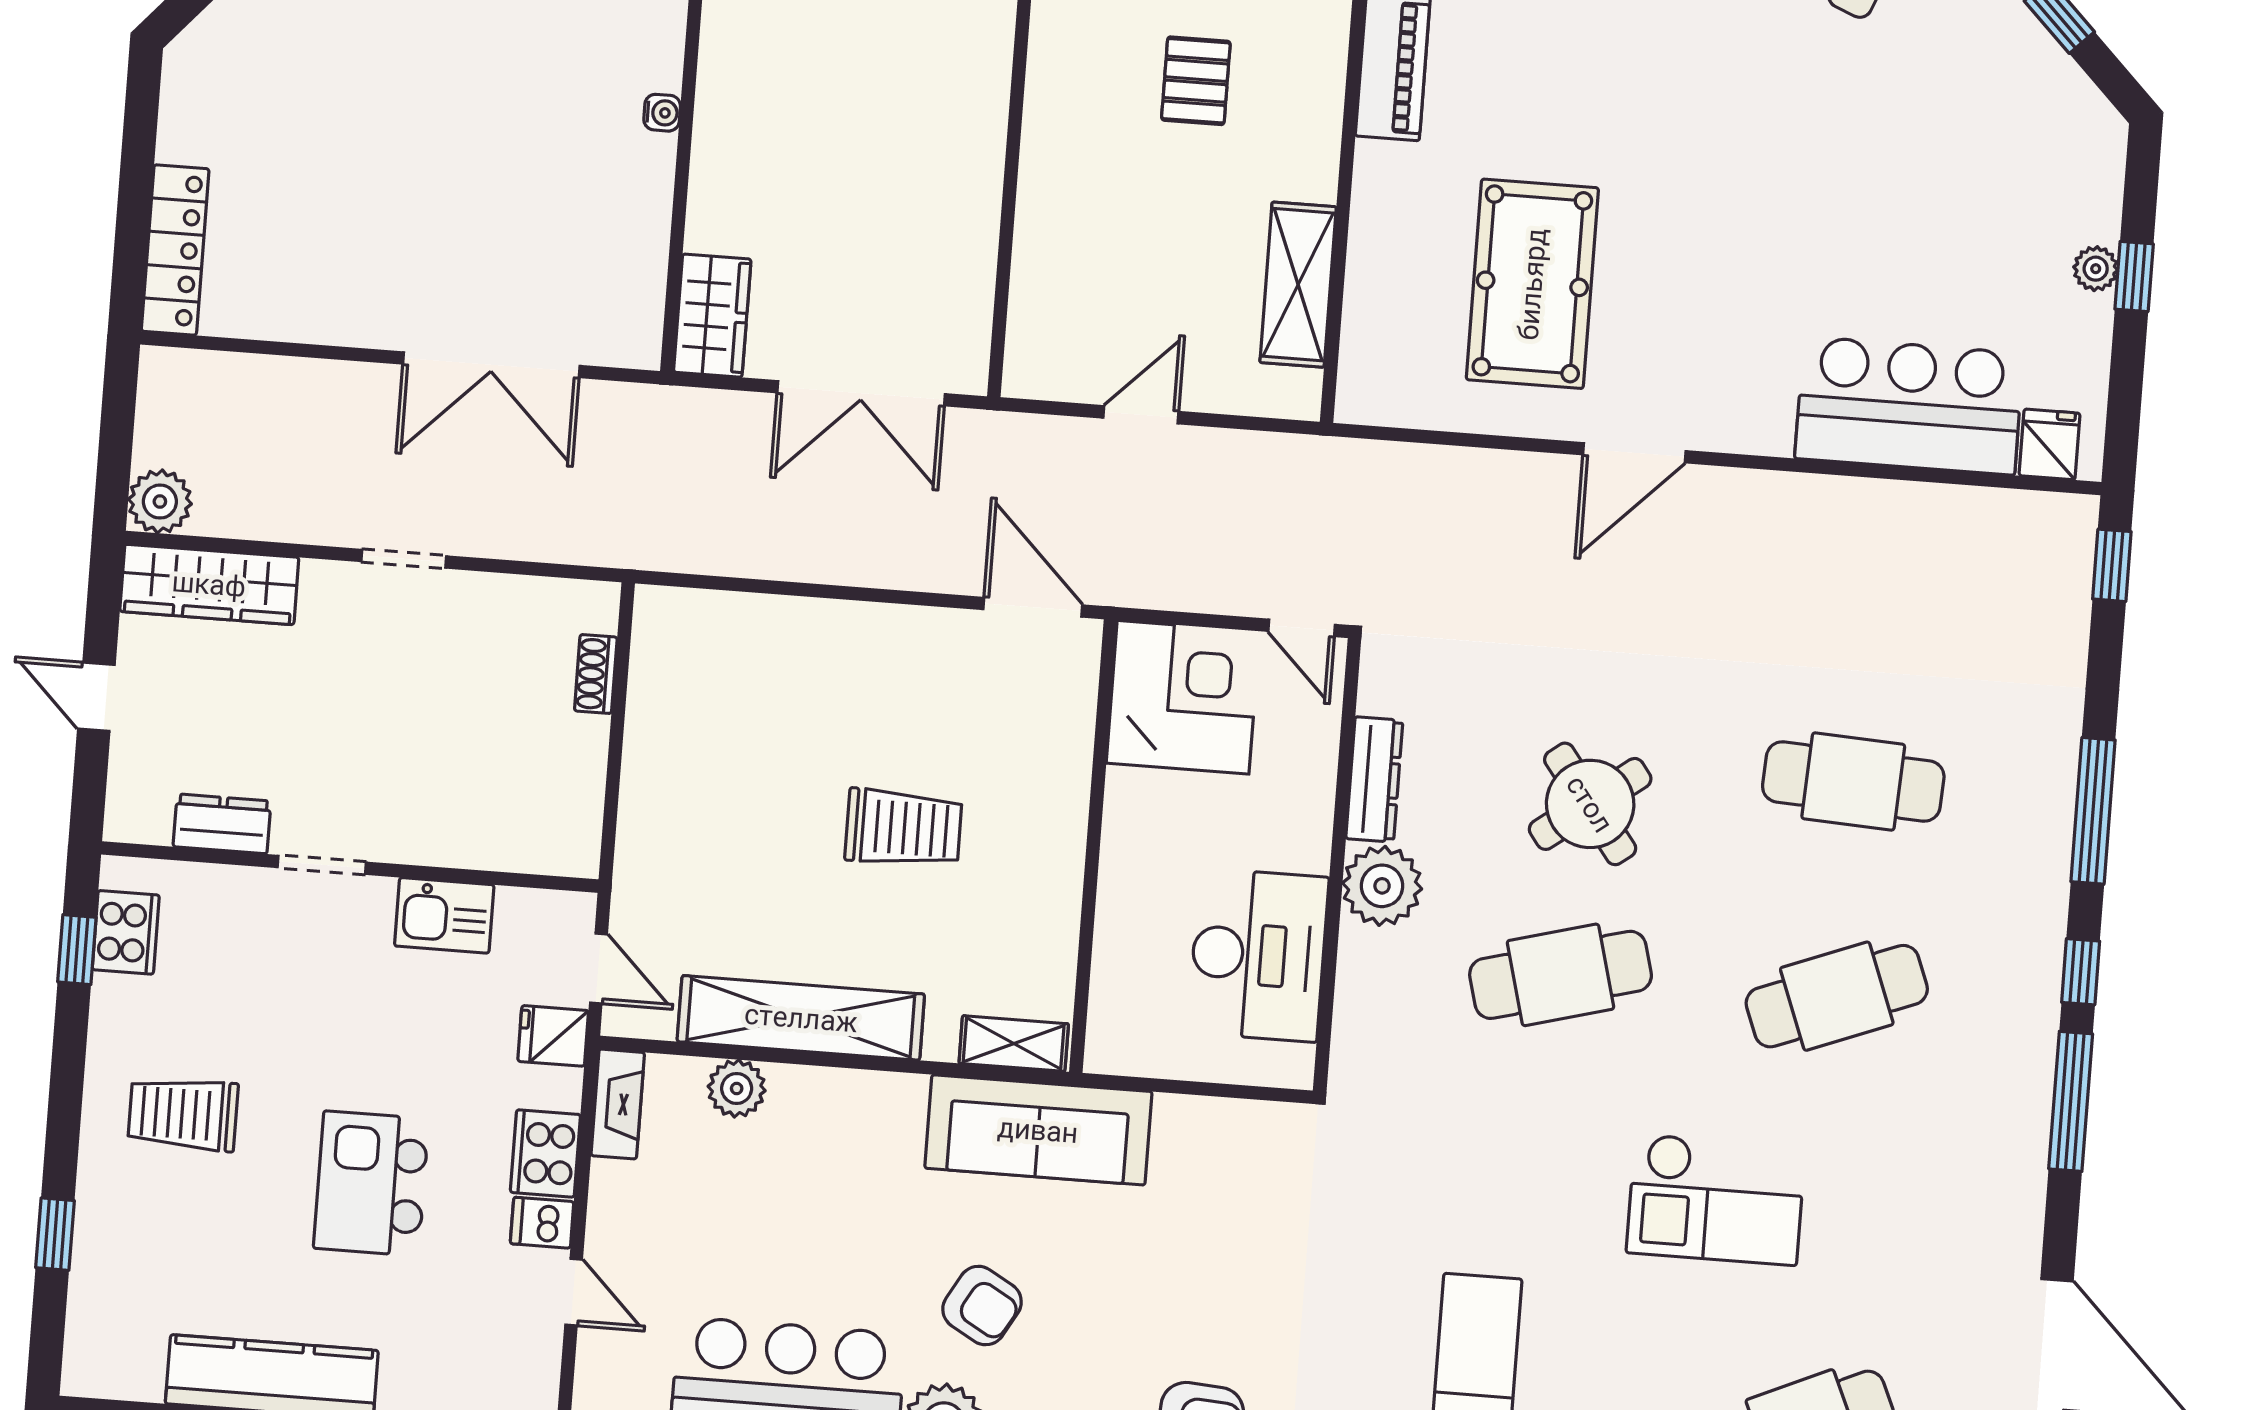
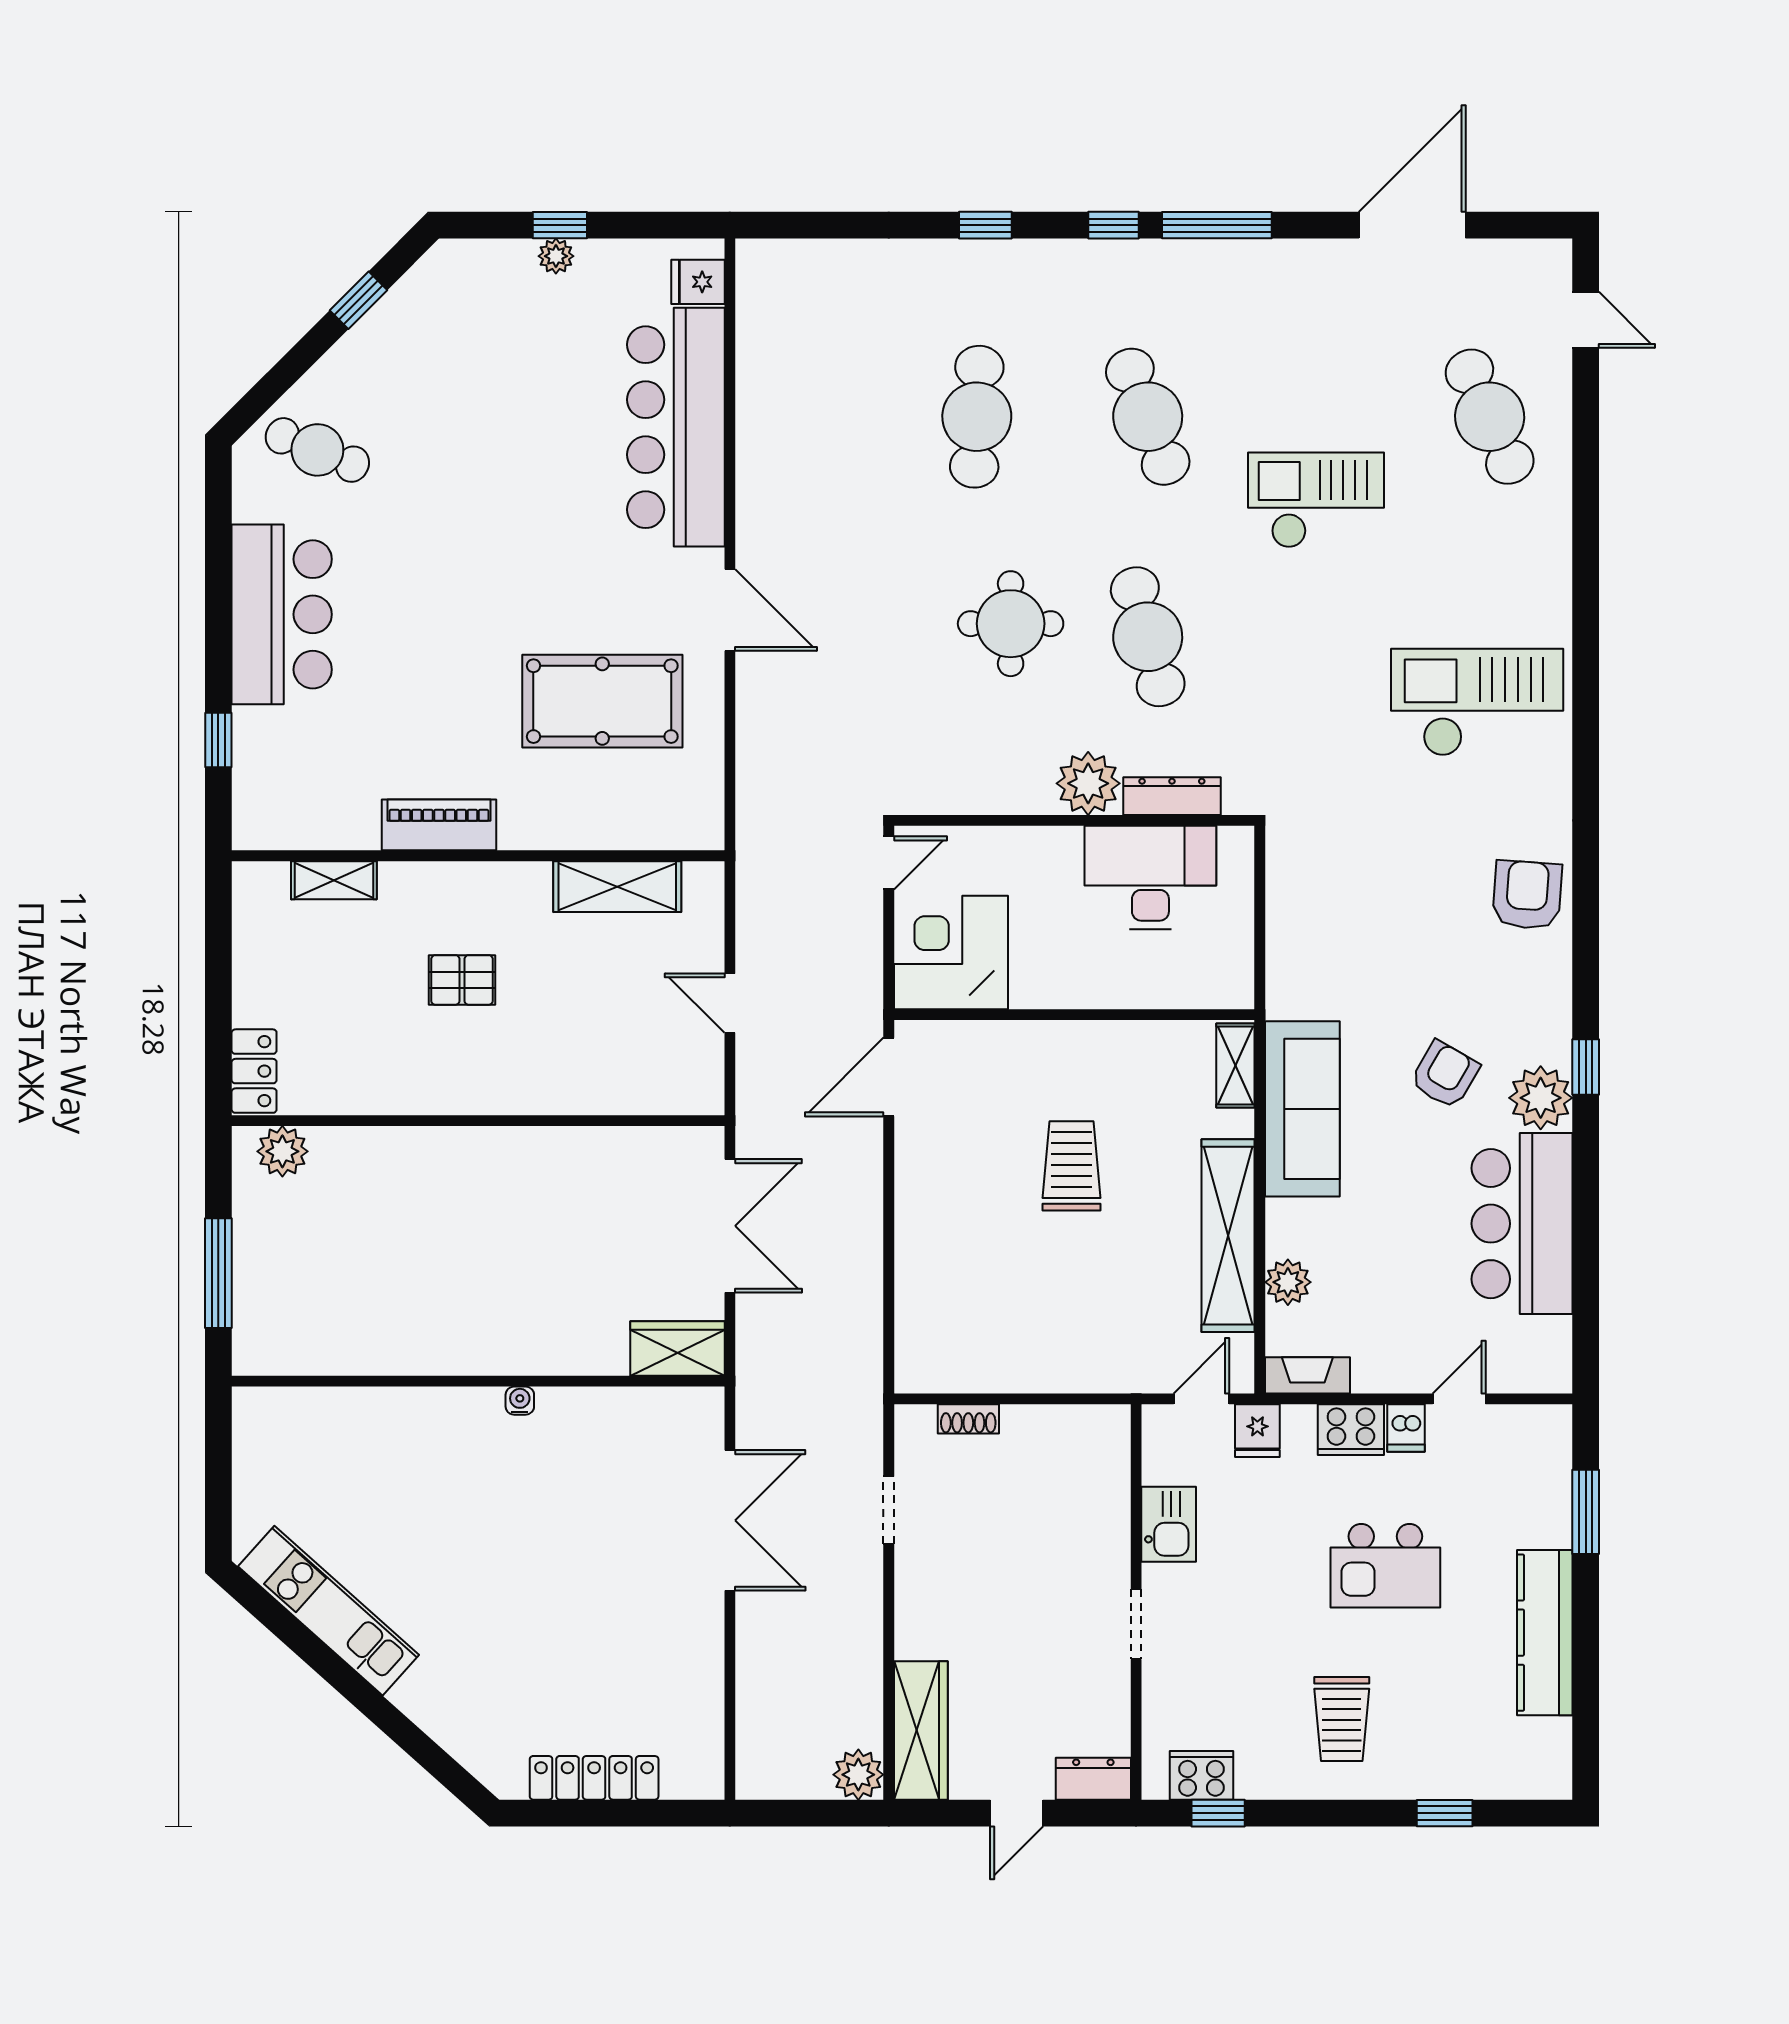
locker: (175, 250) -> (594, 1778), moved
bar counter: (1909, 406) -> (676, 427), width x1.36
doorway: (404, 559) -> (889, 1510), moved
window: (2112, 565) -> (790, 225), removed
dresser: (1374, 779) -> (1172, 796), moved
round table: (1590, 804) -> (1011, 624), turned 37
window: (2093, 811) -> (985, 225), width x0.46
dresser: (222, 824) -> (1093, 1779), moved, turned 90
sofa: (1038, 1130) -> (1302, 1109), moved
checkout: (1716, 1199) -> (1316, 500), turned -90

